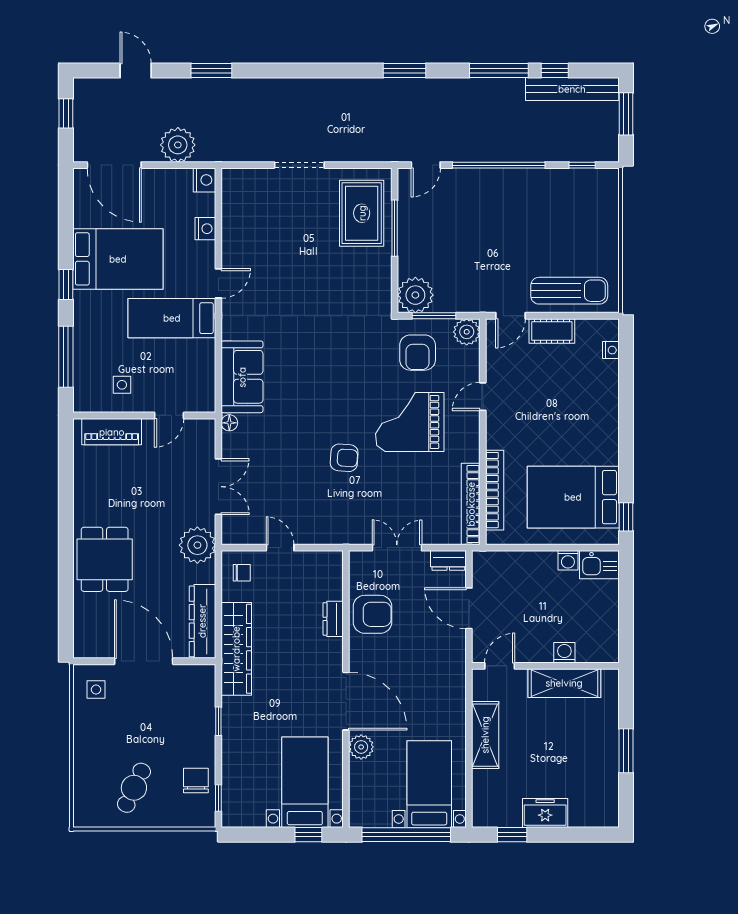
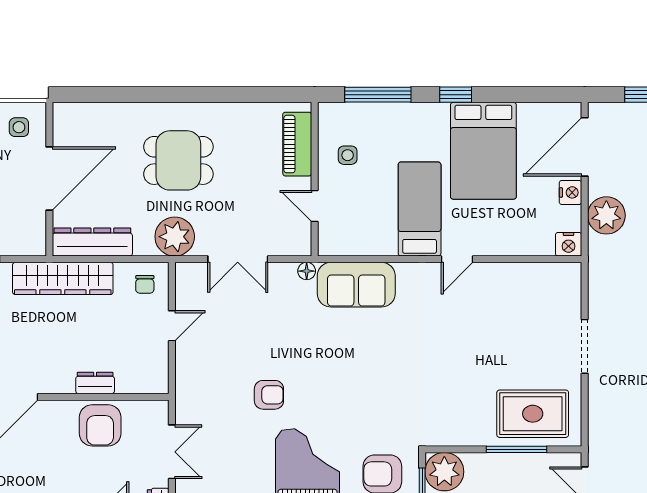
nightstand: (205, 229) -> (570, 192), moved, turned -90
door: (218, 283) -> (457, 259), hinge flipped
armchair: (344, 458) -> (269, 395), turned -94
dining table: (105, 559) -> (178, 160), moved

